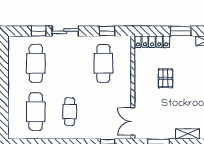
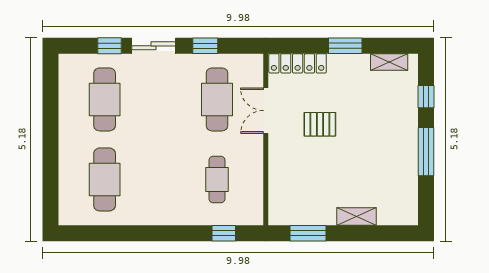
window: (107, 31) -> (205, 46), moved
pallet: (166, 78) -> (320, 124), turned 90
cafe table: (70, 112) -> (217, 179), moved
double door: (133, 121) -> (266, 111), moved

